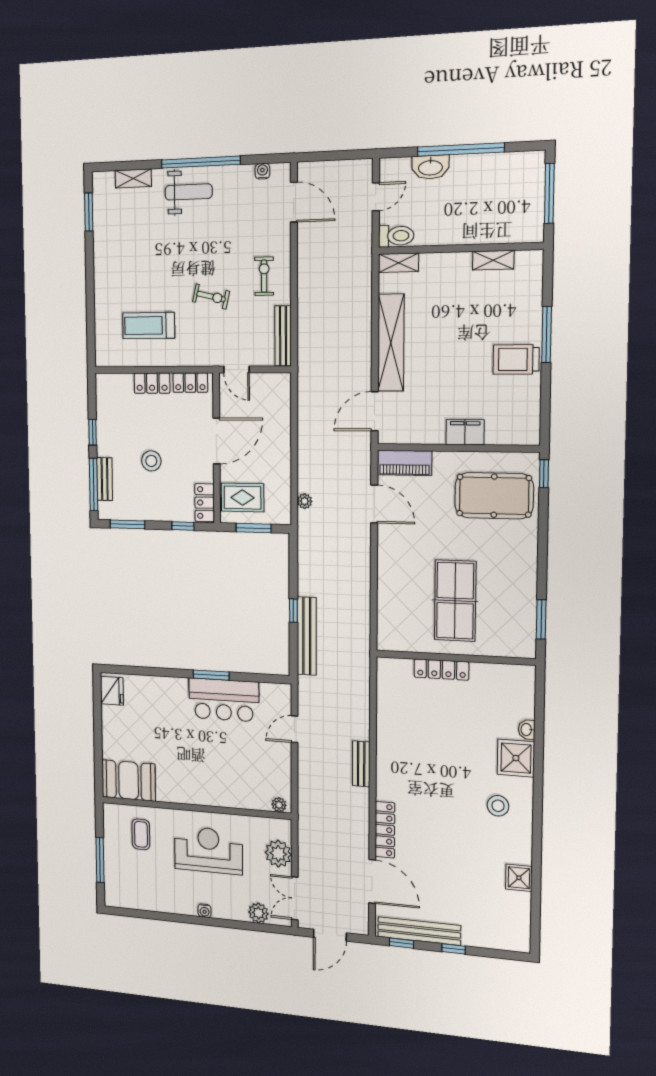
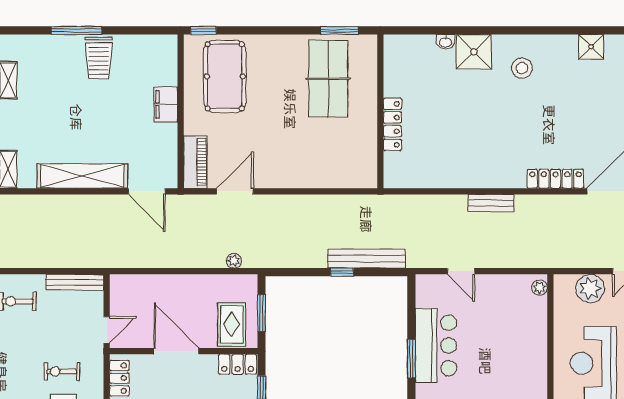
exercise bike: (211, 297) -> (62, 372), moved, turned -103
table tennis table: (455, 601) -> (328, 79), moved, turned 90

